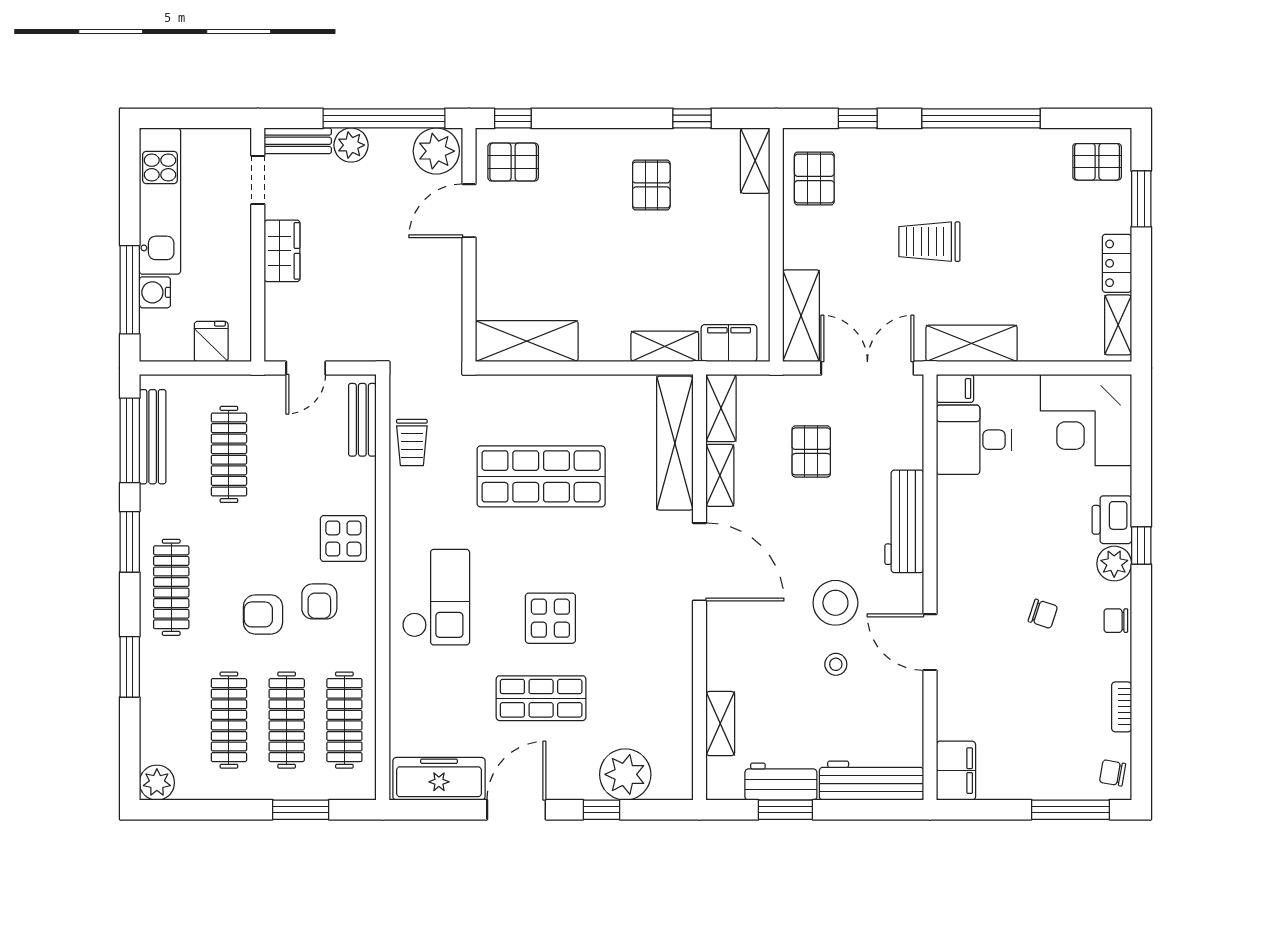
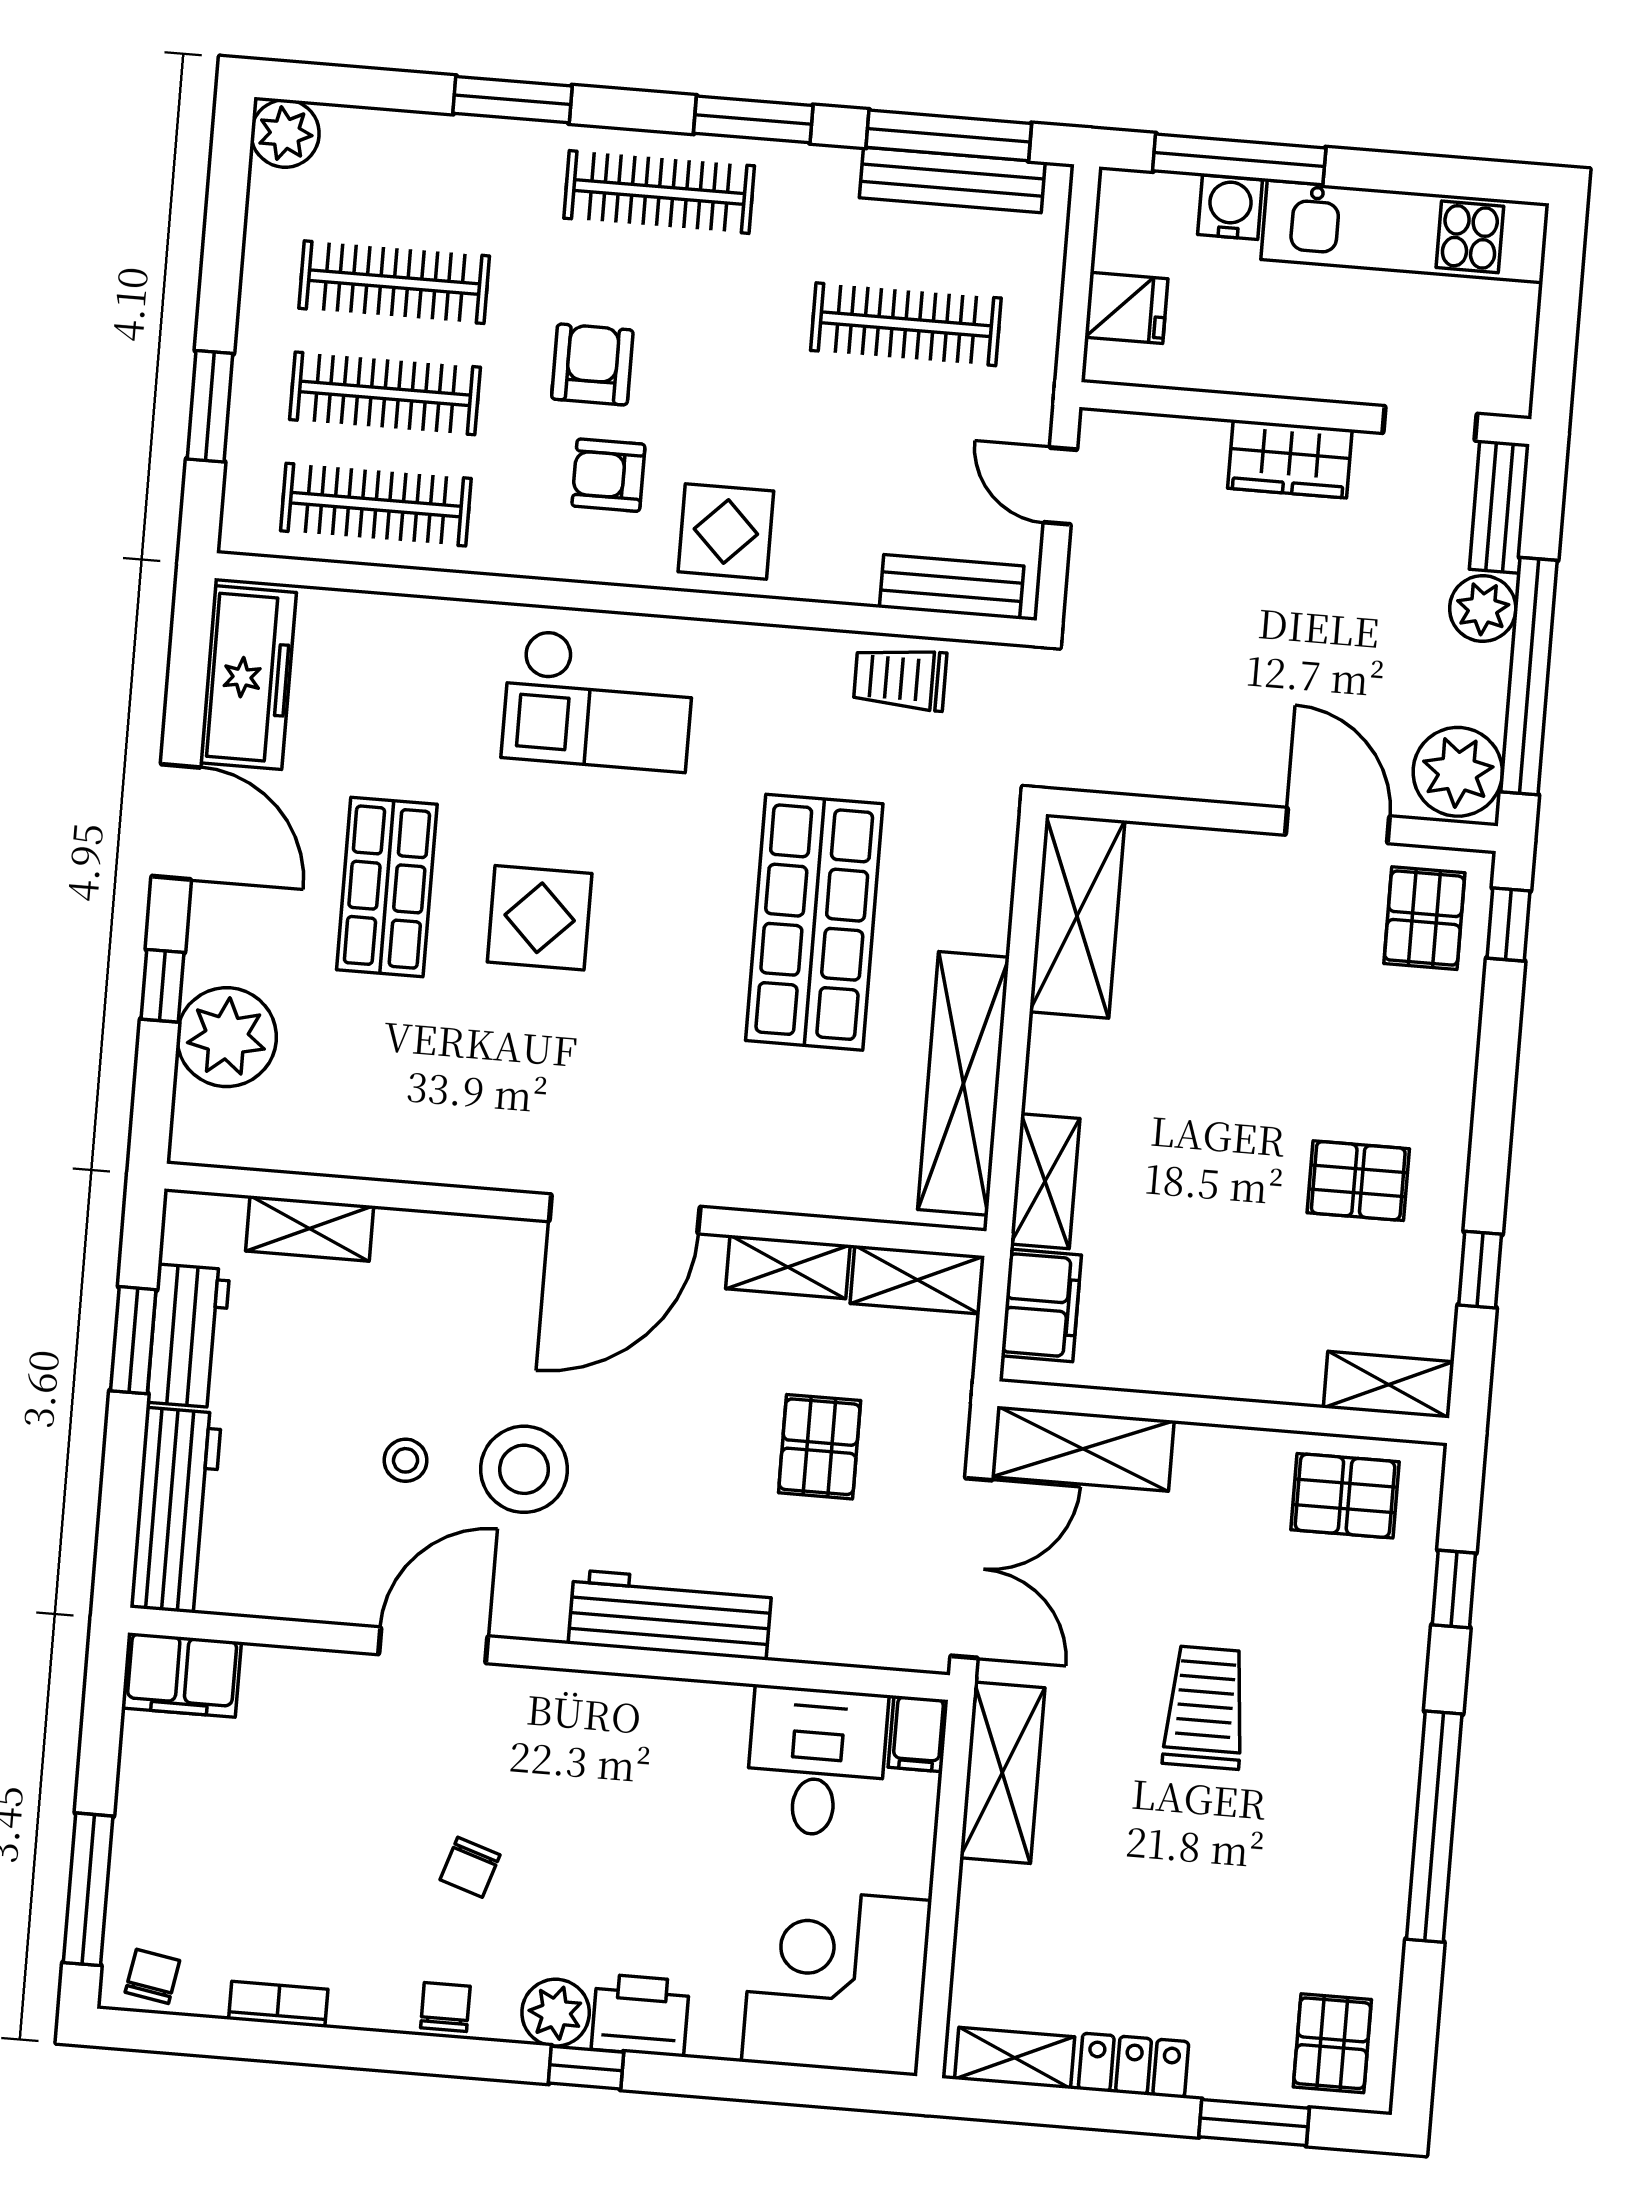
shelving: (675, 443) -> (963, 1083), moved, turned 90
pallet: (811, 451) -> (820, 1447), turned 90

